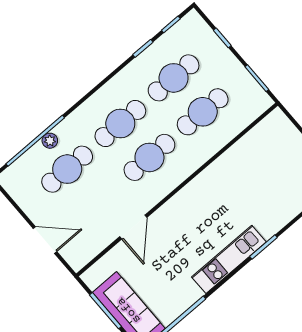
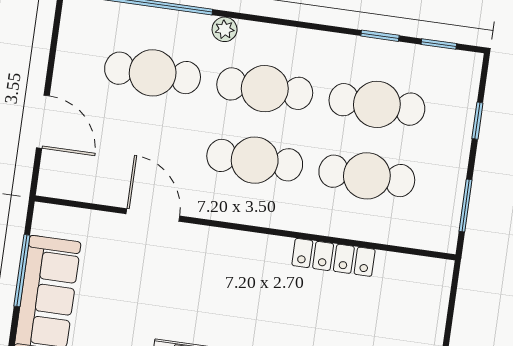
plant: (50, 141) -> (225, 29), moved
locker: (227, 161) -> (333, 257), added
door: (133, 227) -> (153, 215), swing flipped

